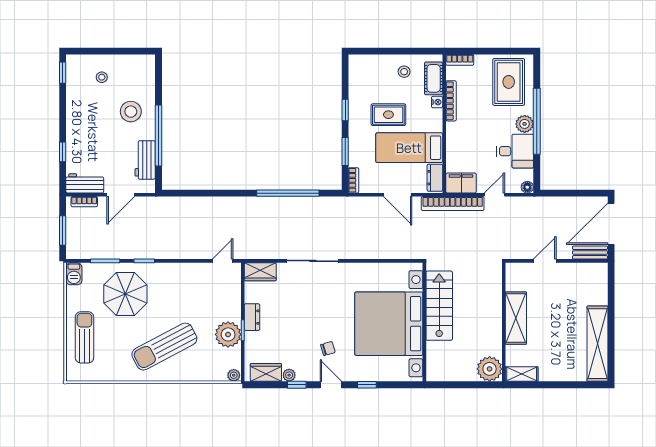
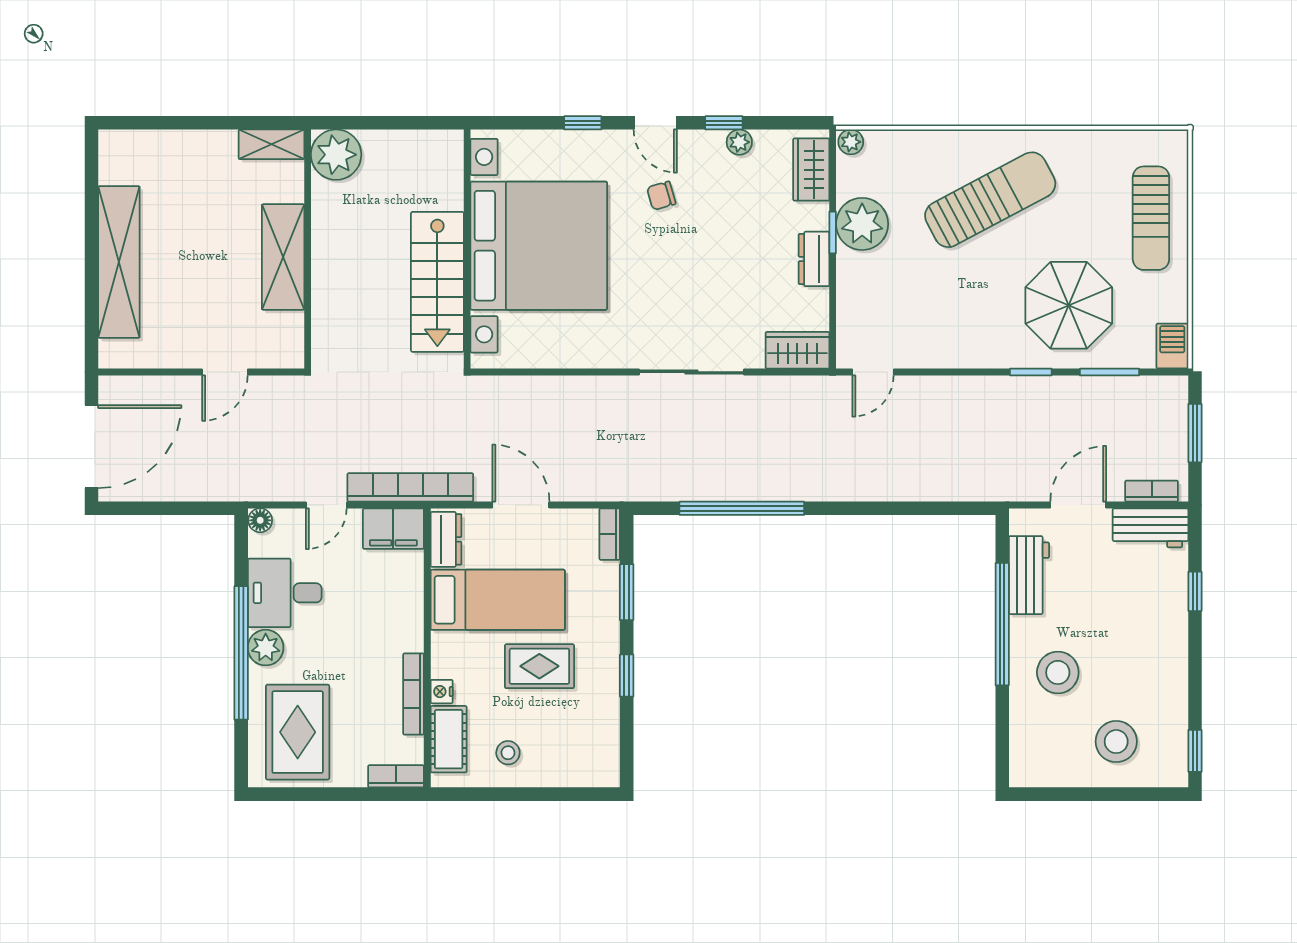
stool: (102, 77) -> (1116, 742), width x1.89, depth x1.89
bench: (590, 253) -> (134, 389), removed
shelving: (597, 344) -> (119, 262), moved
wardrobe: (266, 372) -> (811, 170), moved, turned 90

